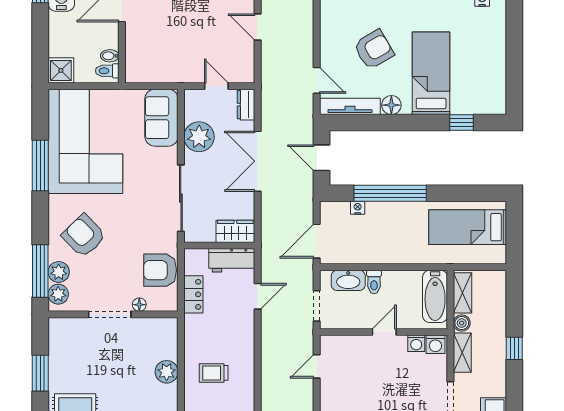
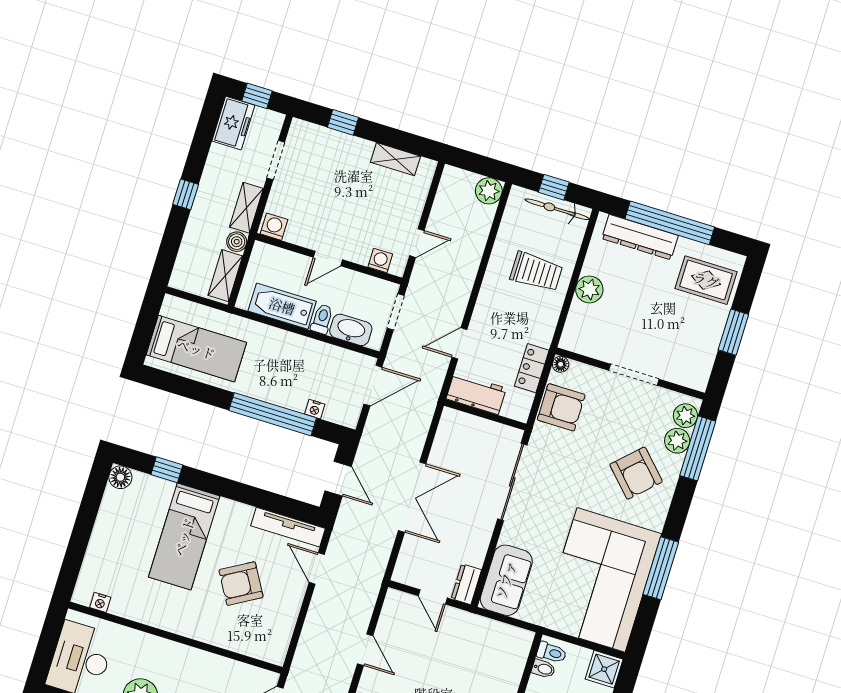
dresser: (246, 105) -> (466, 584), moved, turned 180
floor lamp: (391, 105) -> (120, 477), moved
plant: (199, 137) -> (470, 545), removed
wardrobe: (235, 231) -> (462, 425), removed
bathtub: (435, 296) -> (282, 306), moved, turned -90
floor lamp: (139, 305) -> (561, 364), moved
washing machine: (416, 343) -> (380, 261), moved
trolley: (214, 373) -> (536, 272), width x1.36, depth x1.39

